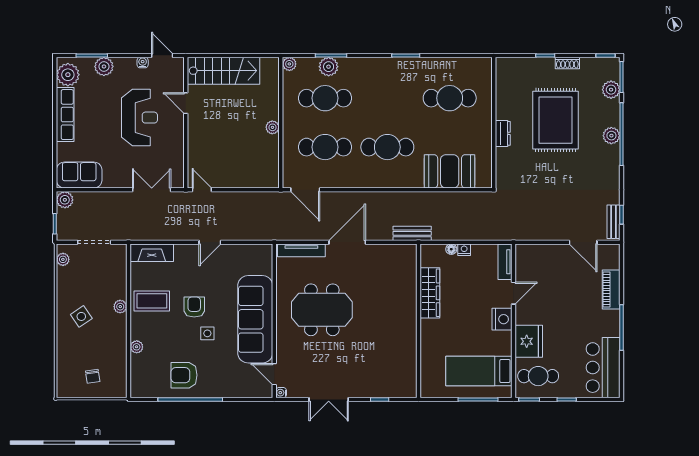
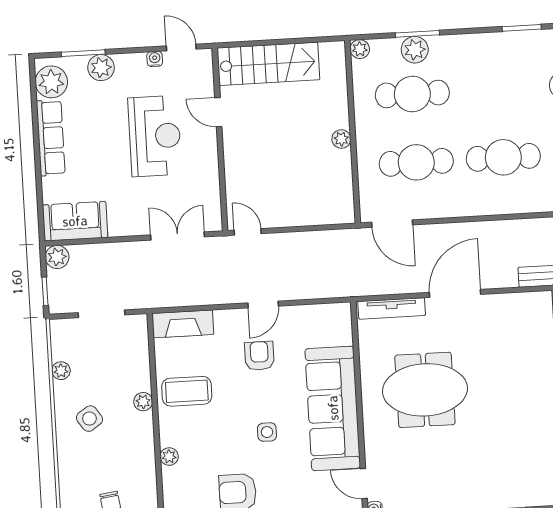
plant: (63, 259) -> (61, 371), moved
armchair: (194, 307) -> (259, 356), moved

